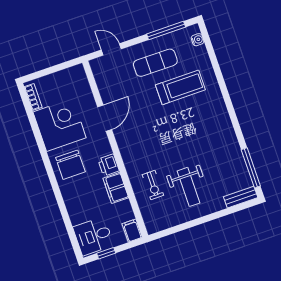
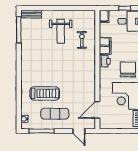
treadmill: (180, 87) -> (45, 93), turned 180
door: (105, 118) -> (97, 110), moved
weight bench: (189, 187) -> (61, 31), turned 180

